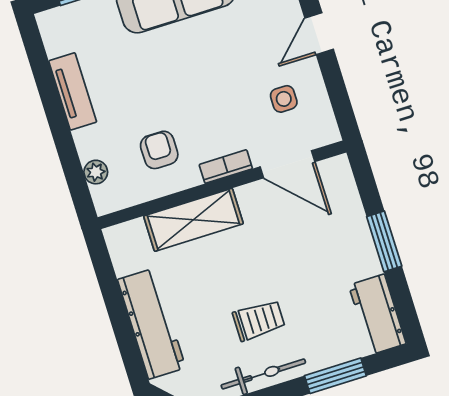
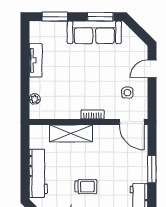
armchair: (159, 150) -> (66, 98), removed
door: (287, 164) -> (132, 122), moved

